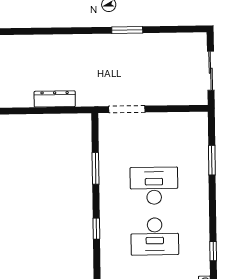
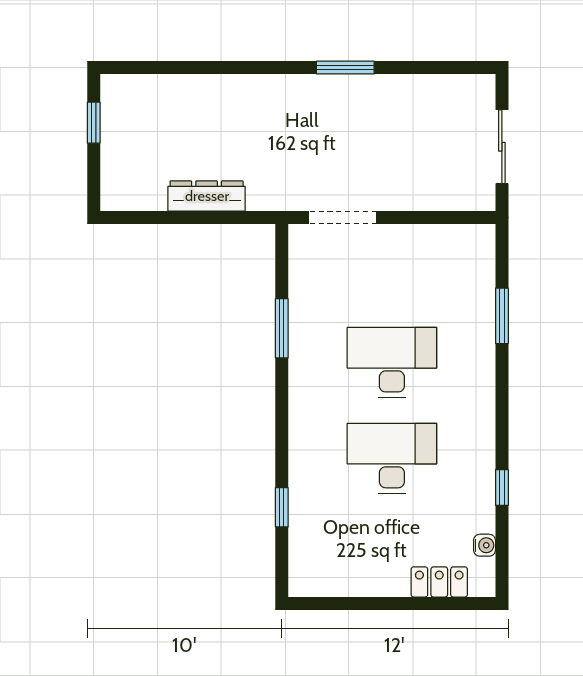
window: (96, 229) -> (282, 507), moved
desk: (155, 236) -> (392, 458), turned 180

